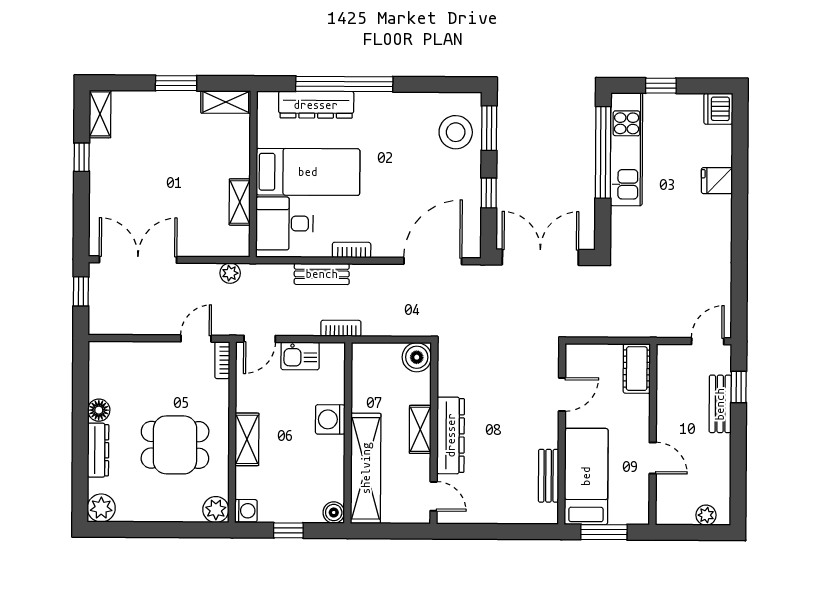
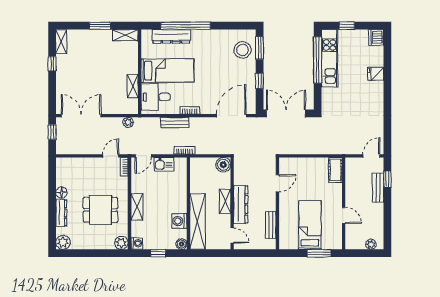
door: (562, 394) -> (277, 183), moved
washing machine: (330, 419) -> (179, 221), moved
wall: (562, 434) -> (277, 203), moved
bench: (549, 476) -> (271, 225), moved

